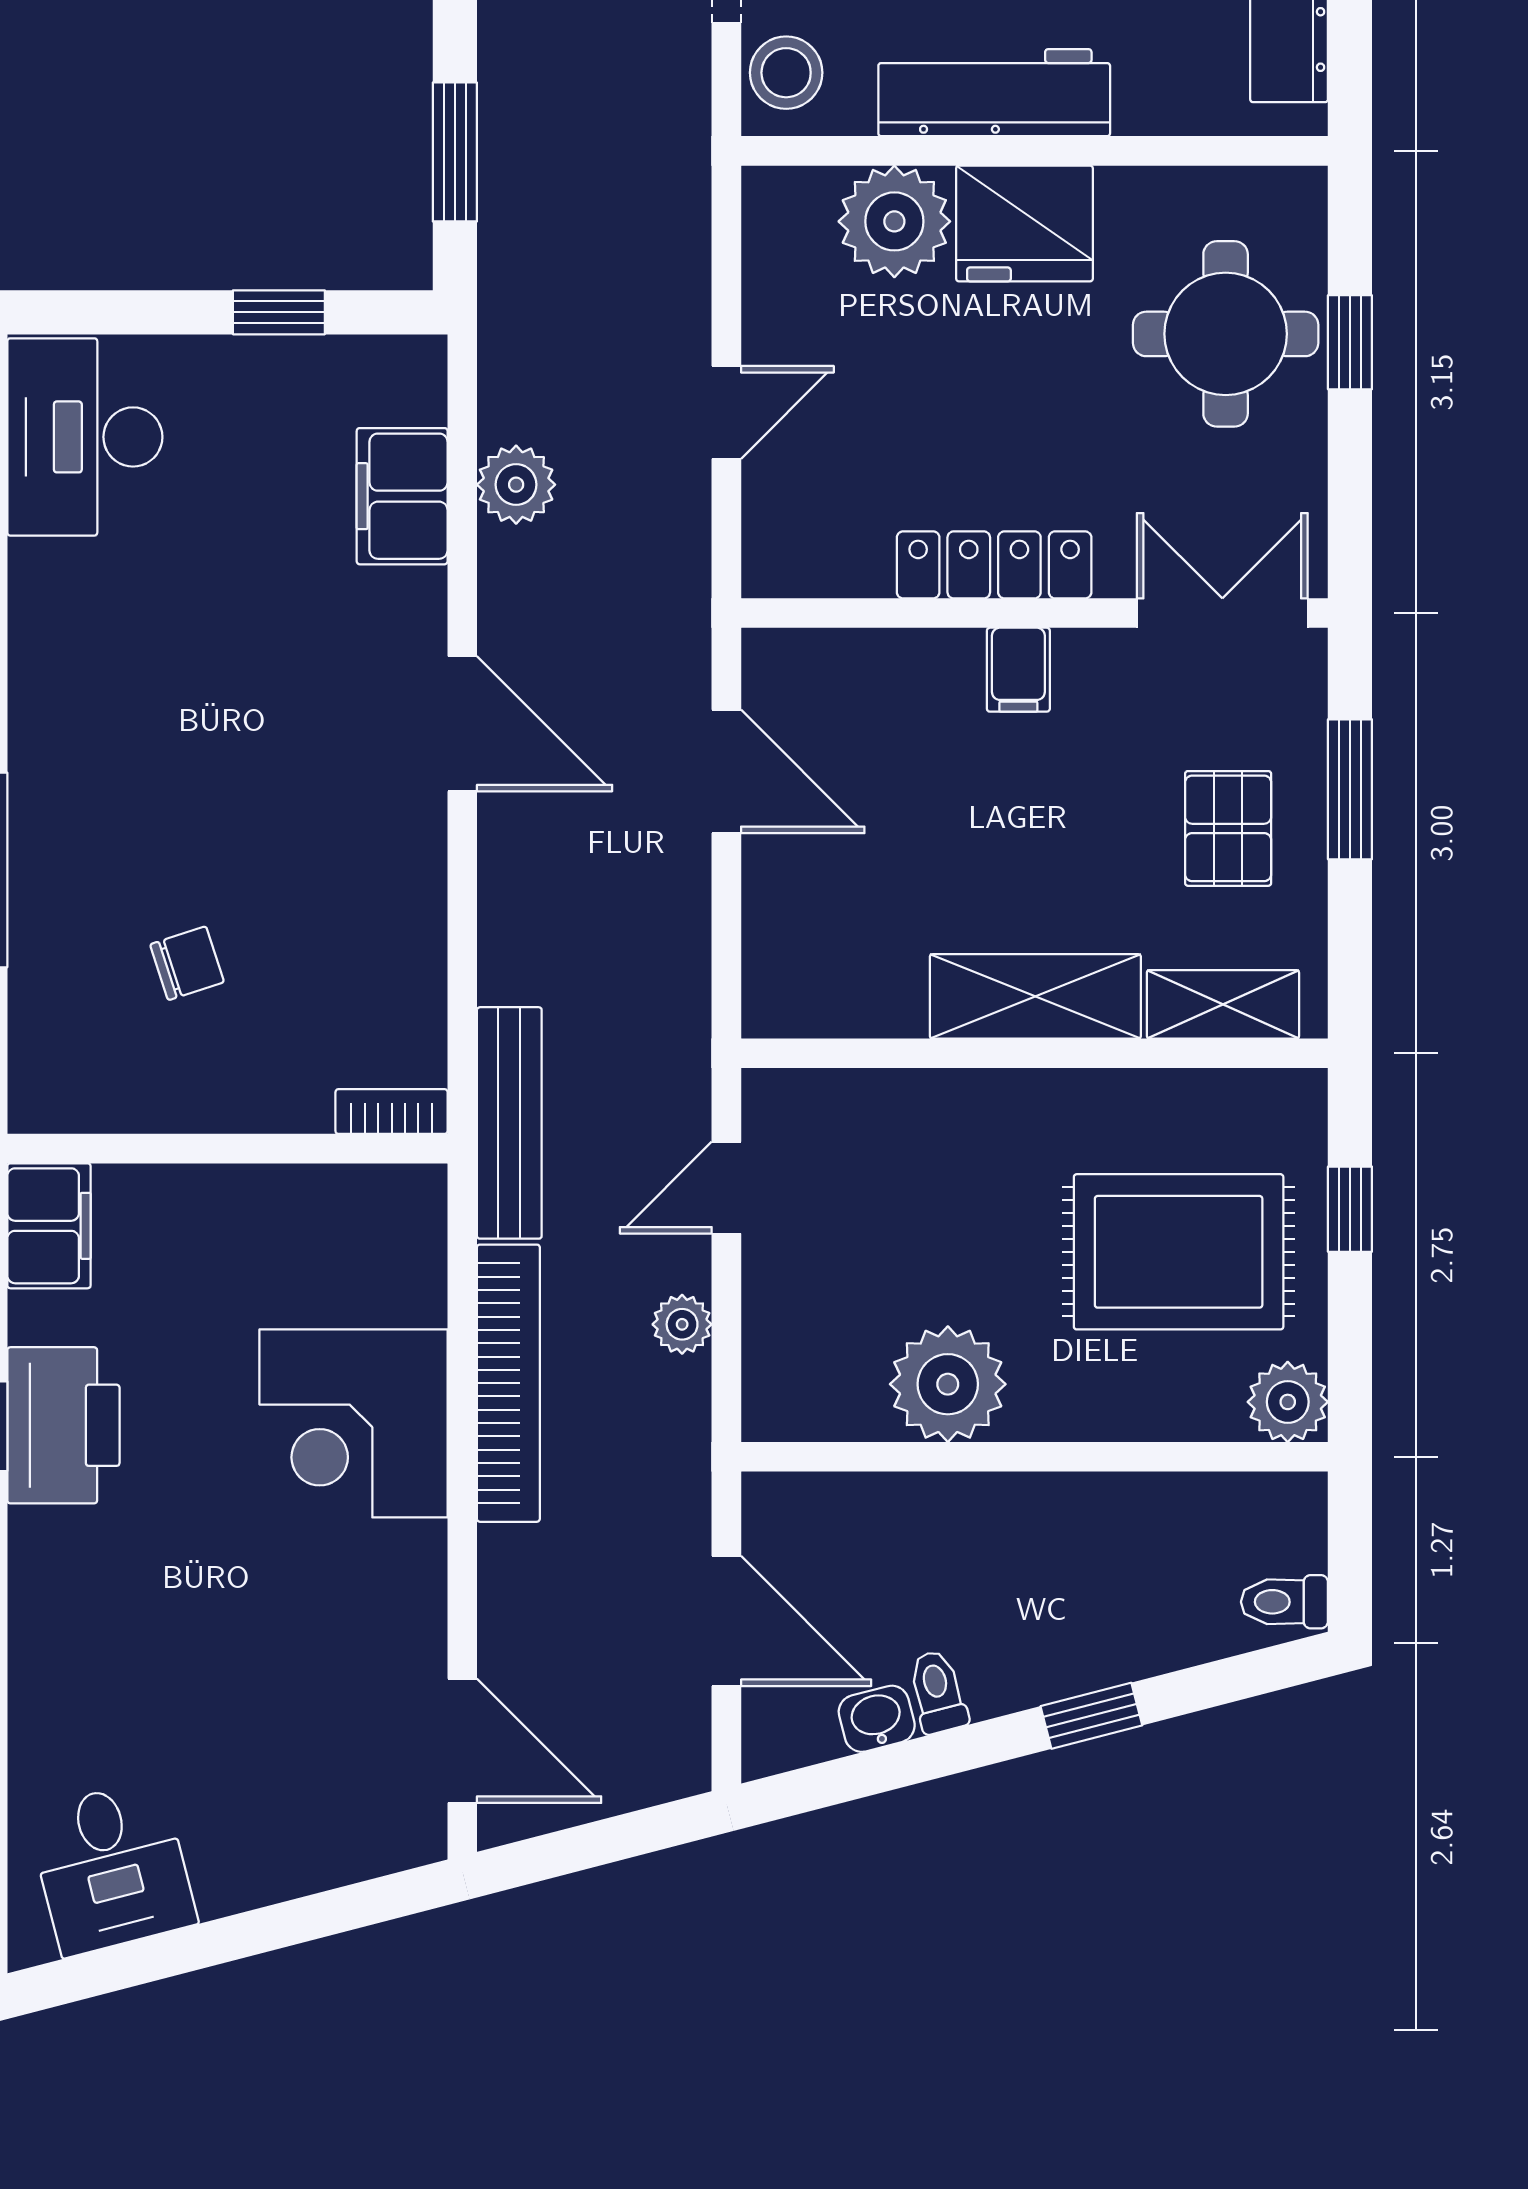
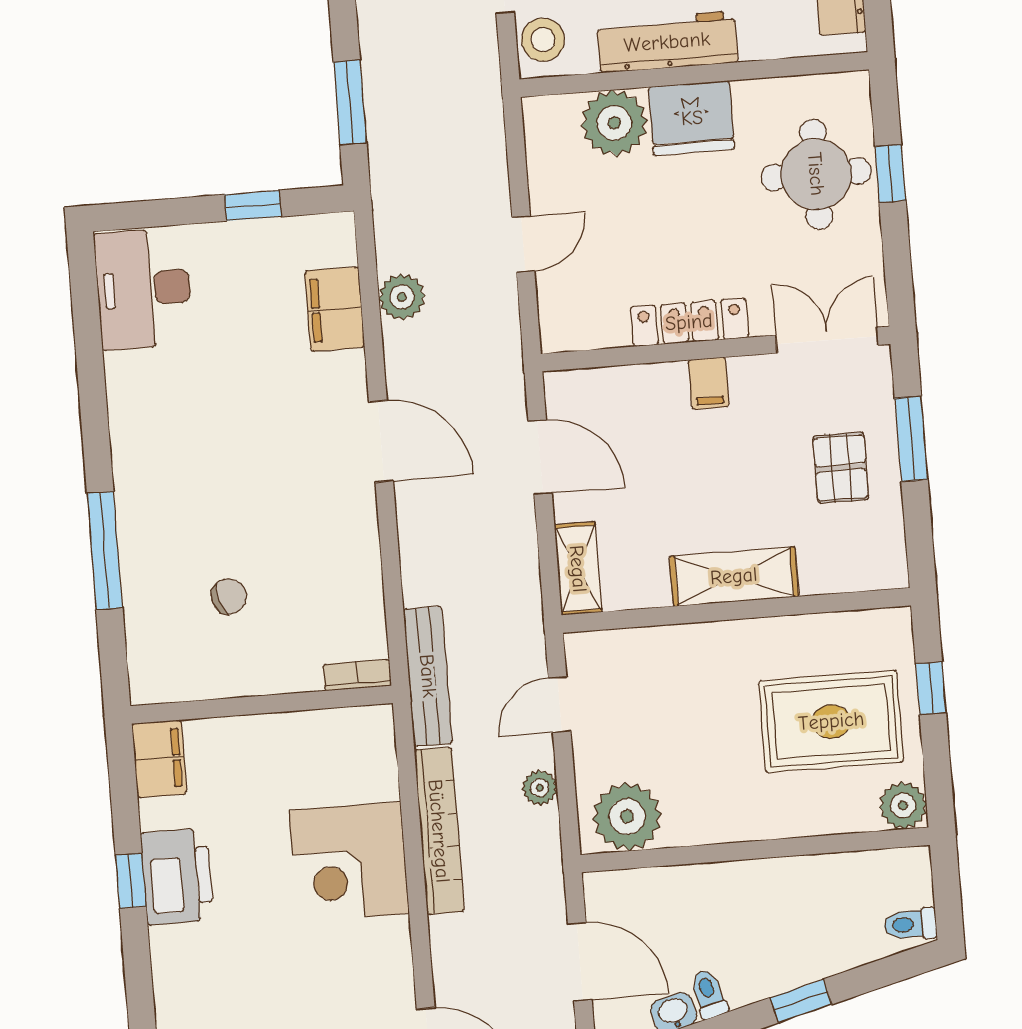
shelving: (1223, 1004) -> (578, 569), moved, turned 90
plant: (948, 1384) -> (627, 817), moved

